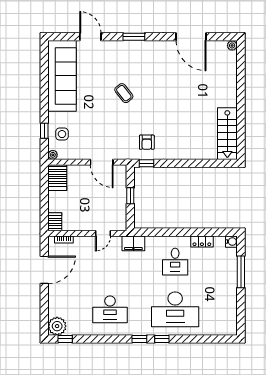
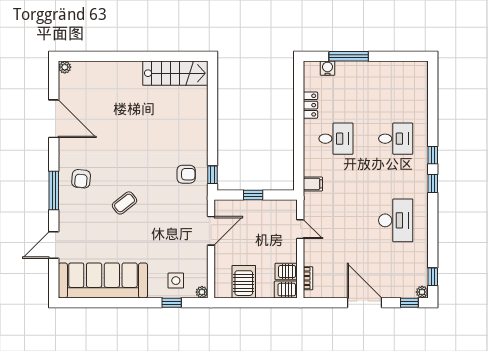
window: (134, 37) -> (54, 190), width x1.44
door: (191, 37) -> (54, 119), hinge flipped
armchair: (143, 59) -> (81, 179), added
server rack: (57, 178) -> (244, 282), moved, turned -90
server rack: (69, 222) -> (286, 271), added
water cooler: (231, 242) -> (328, 68), moved
filing cabinet: (133, 243) -> (313, 184), width x0.50
door: (44, 270) -> (364, 303), moved
desk: (175, 309) -> (396, 139), width x0.53, depth x0.77
window: (44, 320) -> (409, 303), added
plant: (57, 326) -> (422, 292), width x0.53, depth x0.53

